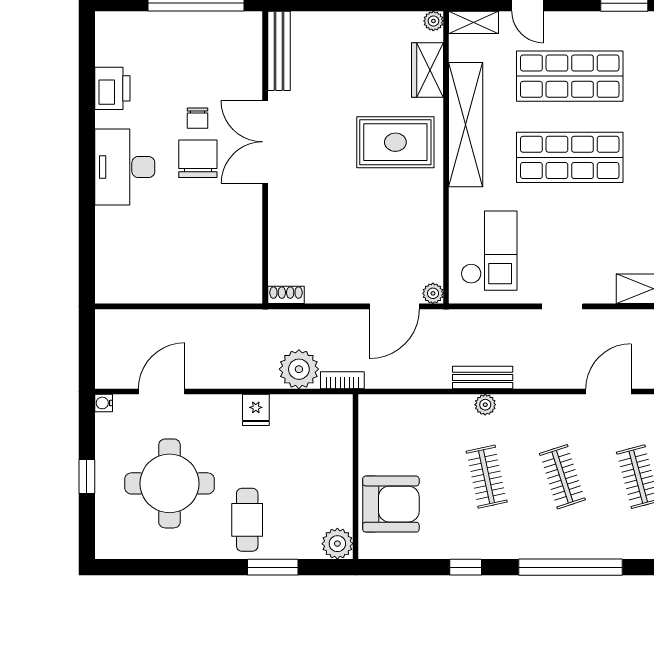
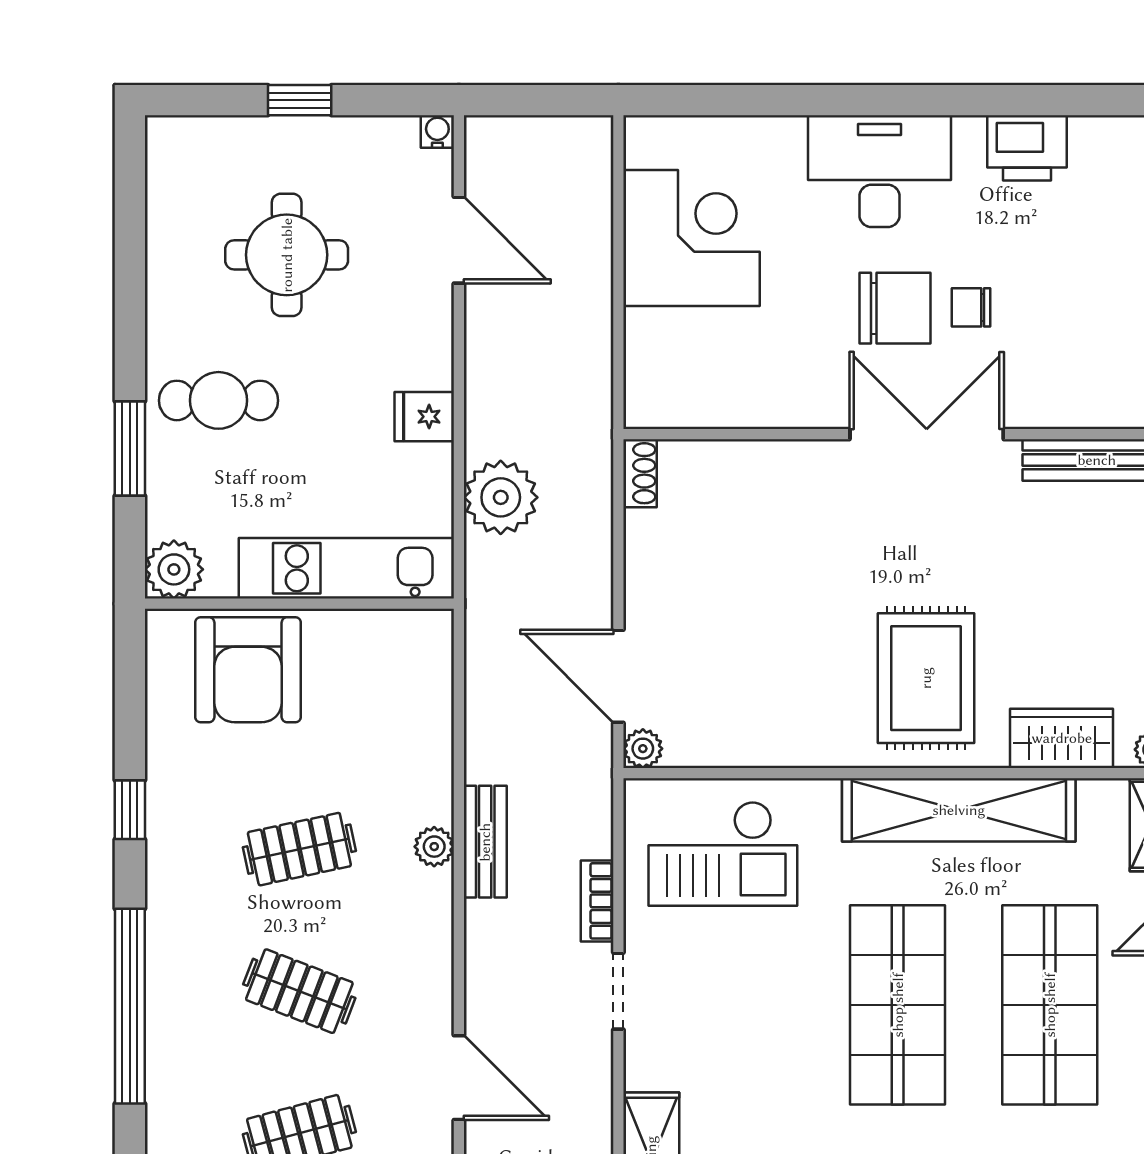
corner desk: (160, 267) -> (692, 238), added
bookcase: (342, 380) -> (597, 901), moved, turned 180
kitchen unit: (337, 452) -> (346, 568), added
clothes rail: (562, 477) -> (299, 991), turned 39
round table: (169, 483) -> (287, 255), width x0.73, depth x0.73

